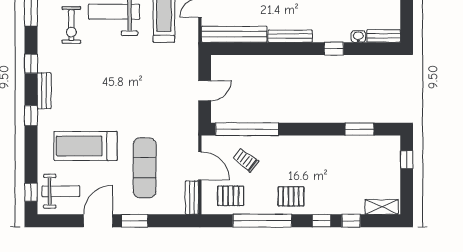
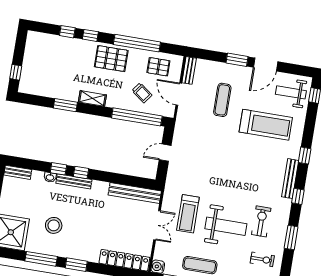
bench: (290, 36) -> (74, 181), moved
washbasin: (358, 36) -> (50, 177), moved
window: (305, 49) -> (81, 173), added
bench: (44, 91) -> (290, 179), width x1.36
window: (360, 129) -> (65, 105), moved
exercise mat: (145, 168) -> (222, 100), width x0.73, depth x0.69
pallet: (291, 196) -> (111, 59), width x1.50, depth x1.42
shelving: (382, 207) -> (92, 98), moved

